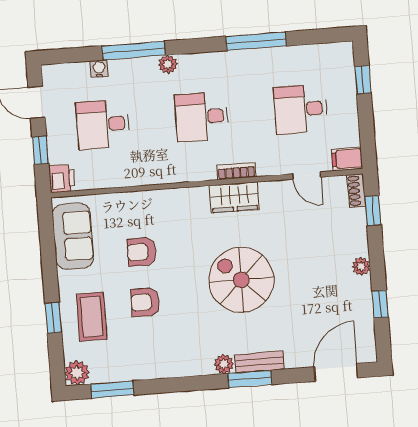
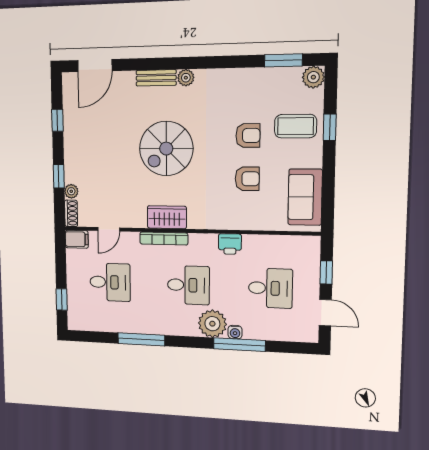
plant: (168, 64) -> (212, 324), width x1.87, depth x1.87
water cooler: (99, 69) -> (235, 332), moved
bookcase: (236, 171) -> (164, 239), width x1.56
door: (307, 176) -> (109, 229), swing flipped
printer: (62, 178) -> (230, 244), moved, turned -90
window: (373, 211) -> (59, 176), moved
plant: (361, 266) -> (71, 191), moved
spiral stairs: (241, 280) -> (166, 149), turned 90
coffee table: (92, 317) -> (296, 126), turned 90
window: (250, 379) -> (165, 64), removed

